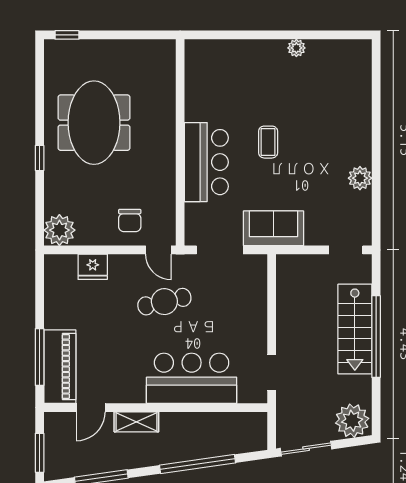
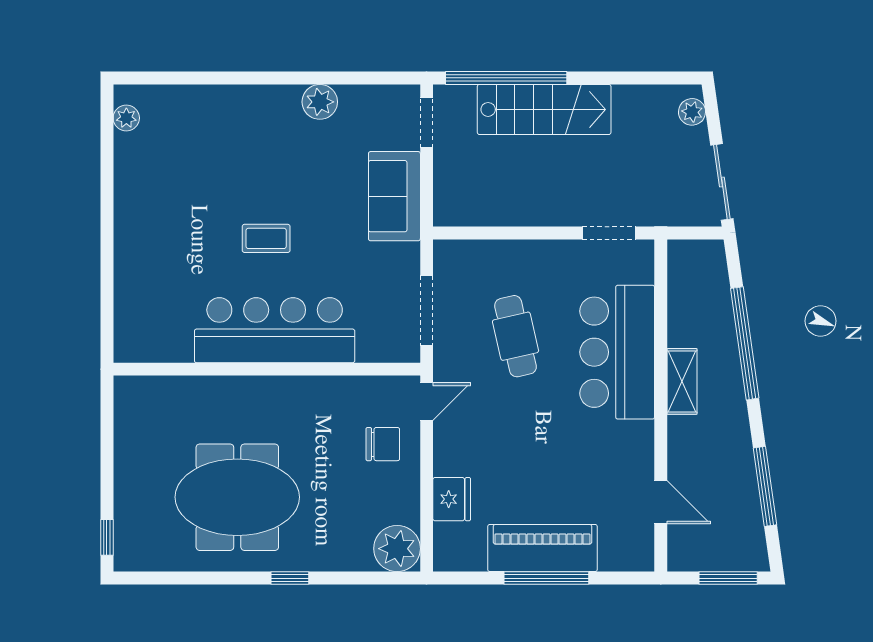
plant: (296, 48) -> (126, 118), moved
bar counter: (206, 162) -> (275, 330), width x1.36
sofa: (274, 228) -> (394, 196), moved
cafe table: (164, 302) -> (516, 336), moved
window: (376, 336) -> (506, 78), moved
window: (40, 357) -> (546, 578), moved
piano: (60, 367) -> (542, 548), moved
plant: (352, 421) -> (692, 112), width x0.53, depth x0.53
shelving: (136, 422) -> (682, 381), moved

